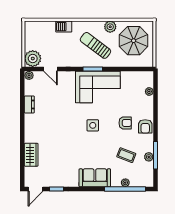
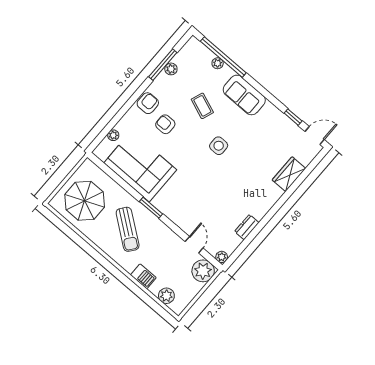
plant: (110, 27) -> (166, 296), moved
corner sofa: (98, 87) -> (140, 166), moved
side table: (93, 125) -> (219, 146), moved
coffee table: (126, 155) -> (202, 106), moved

